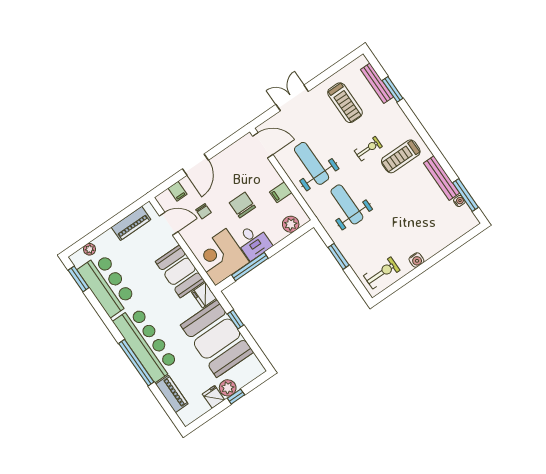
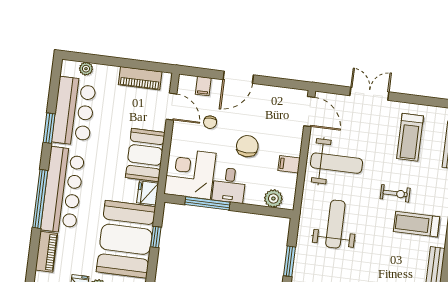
weight bench: (312, 163) -> (336, 163), turned 90
window: (79, 279) -> (49, 128), moved

